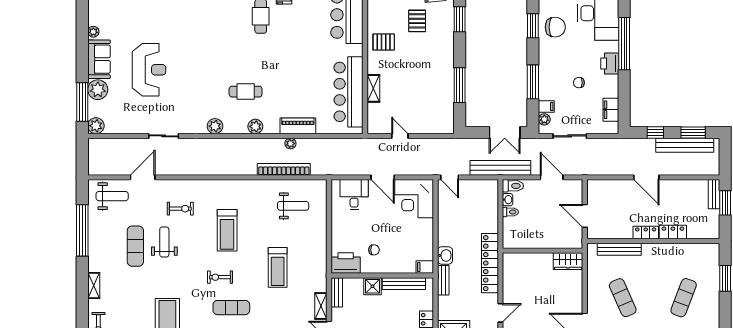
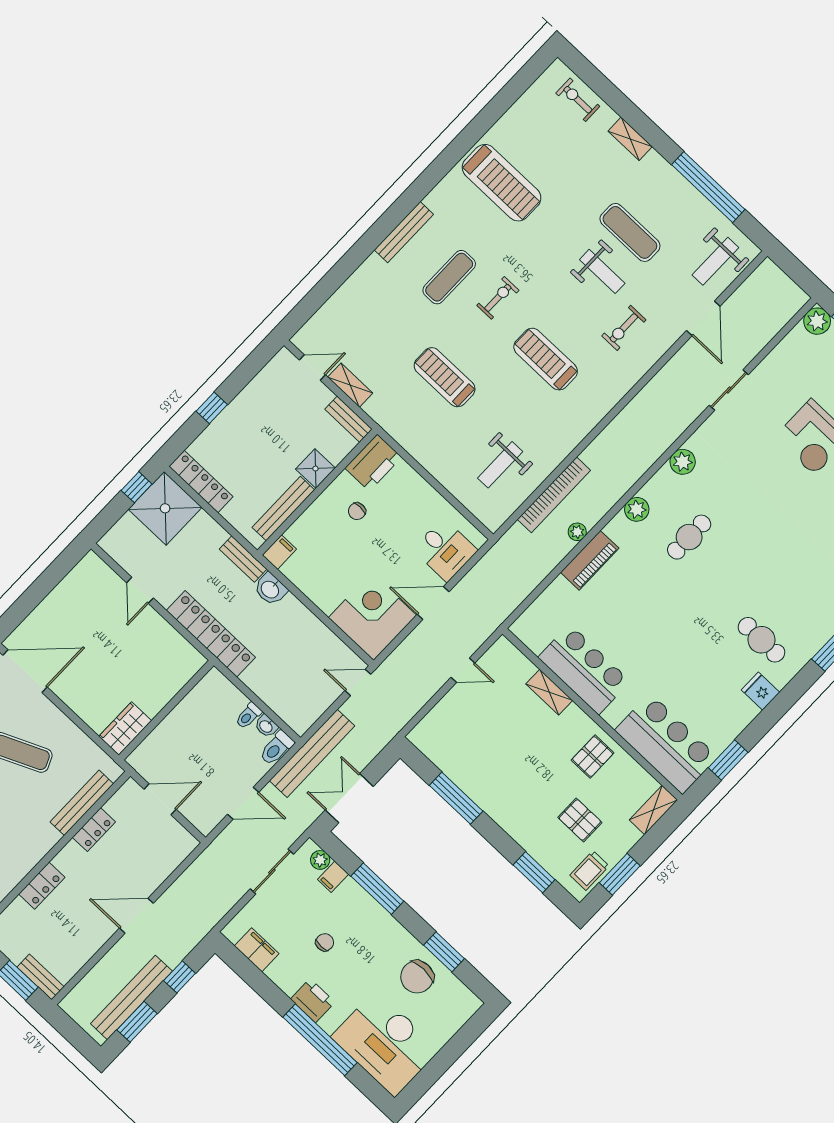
bar counter: (349, 92) -> (584, 669), width x0.73
locker: (646, 233) -> (94, 830), moved

